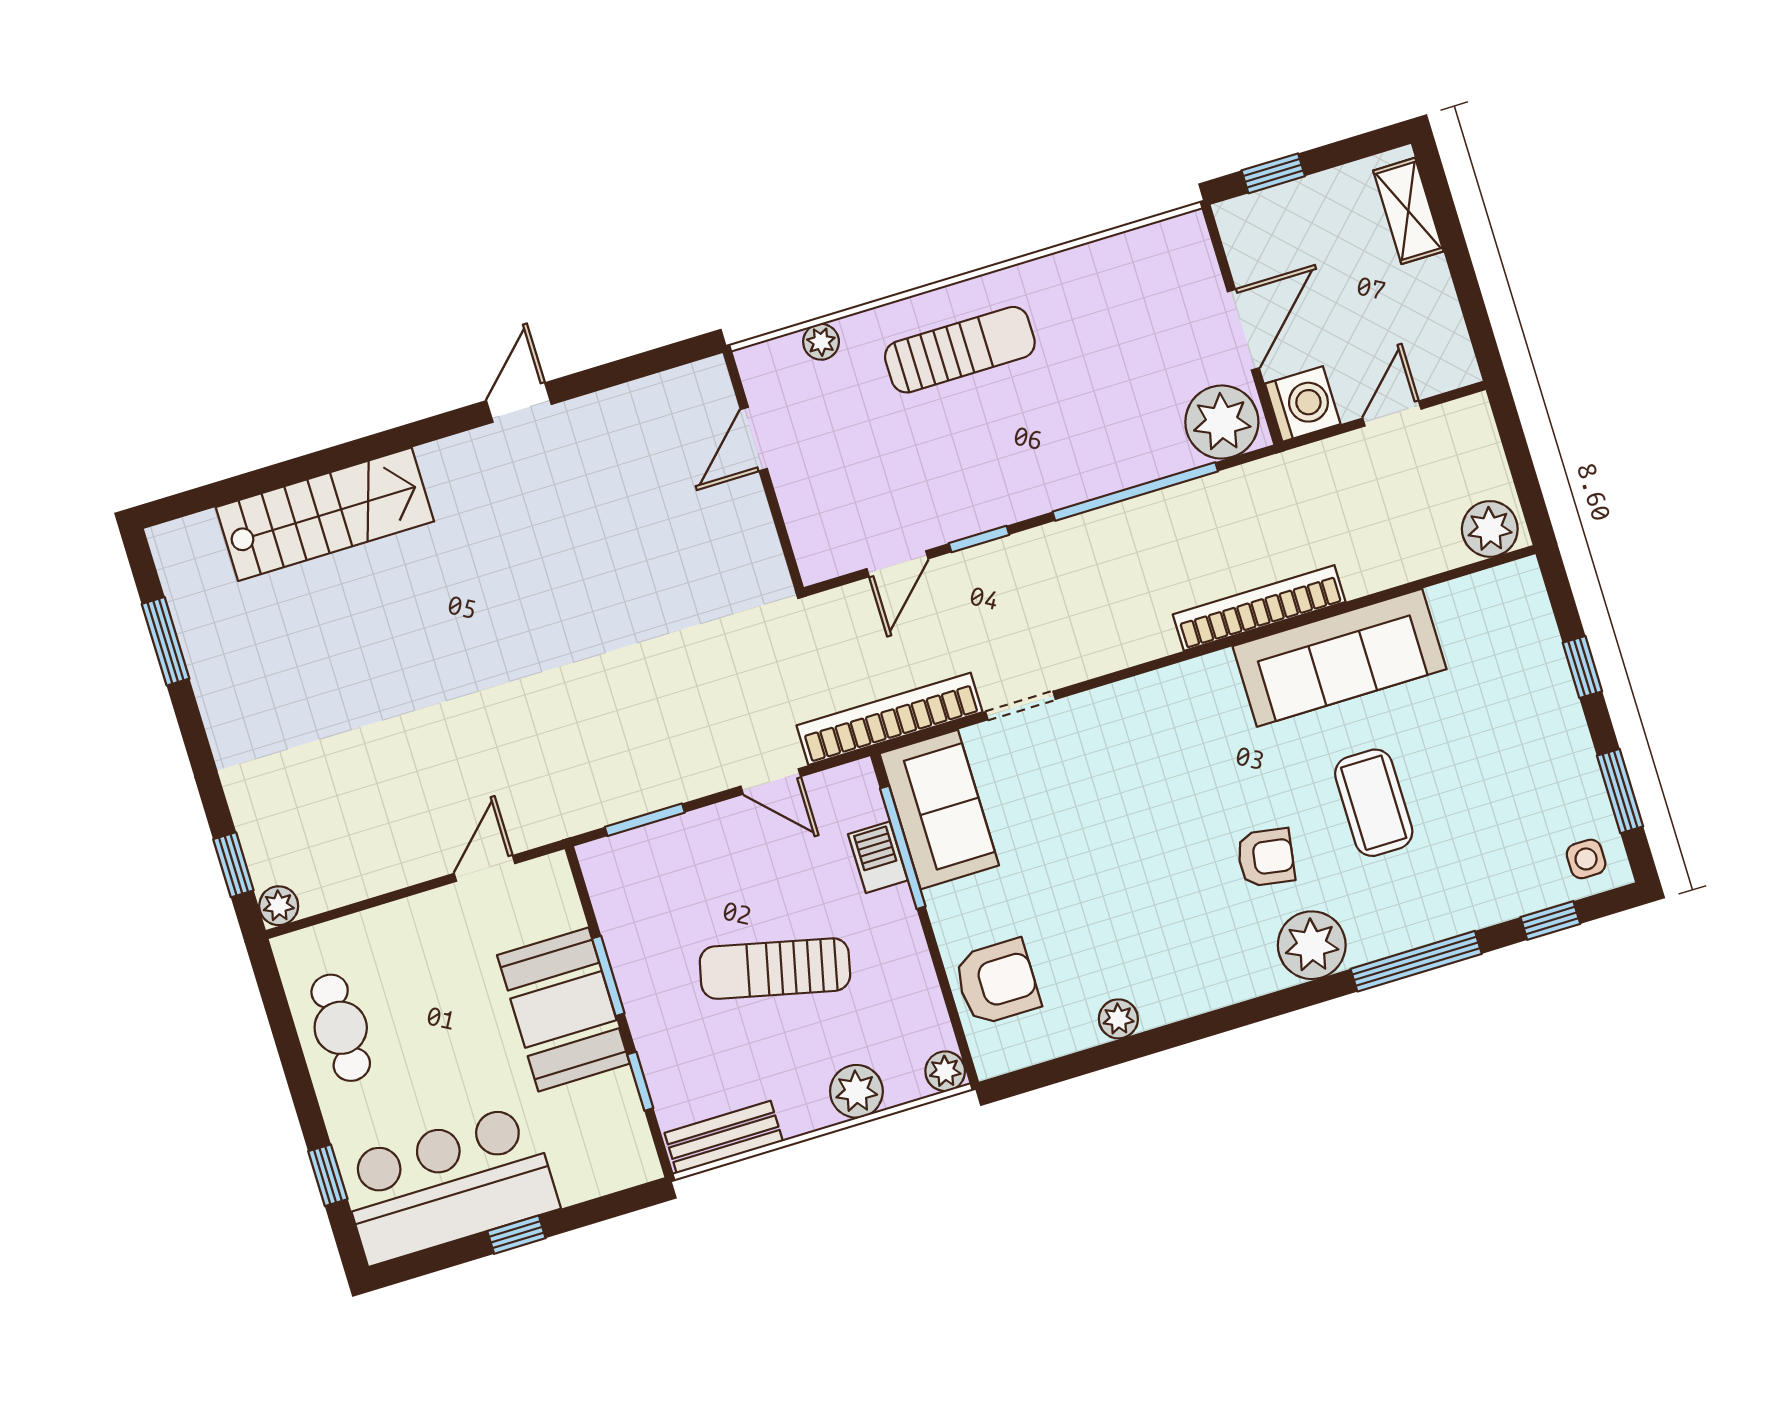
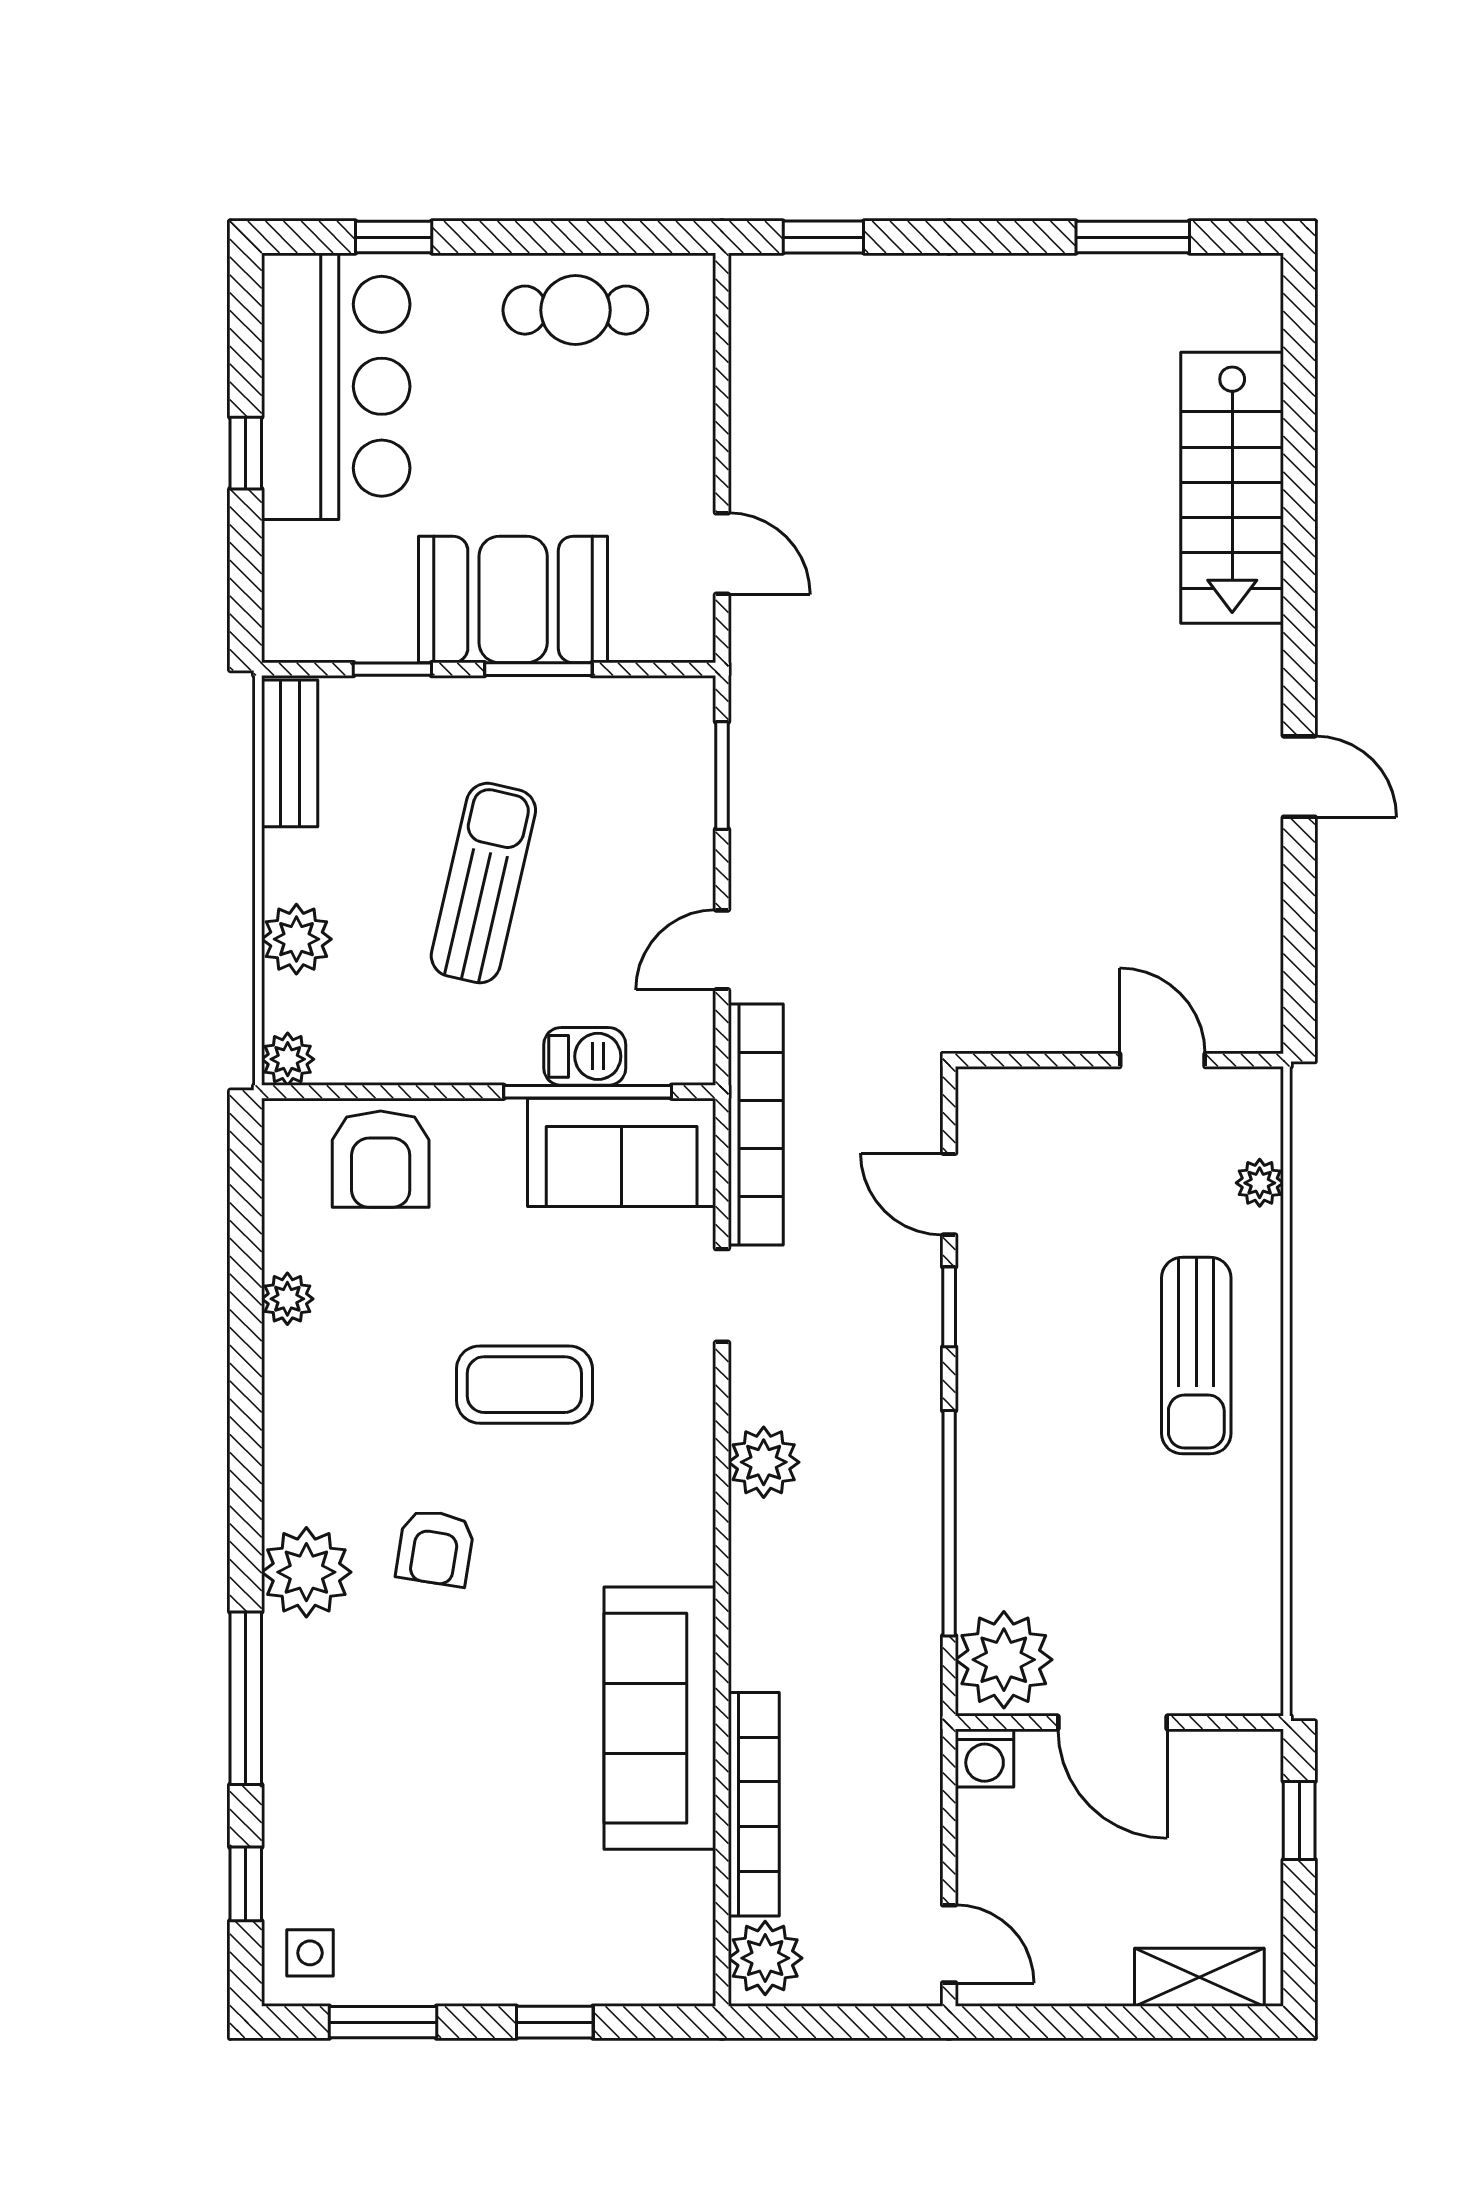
washing machine: (1303, 404) -> (985, 1758), width x0.73, depth x0.73
door: (1392, 414) -> (949, 1944), moved
bookcase: (1259, 608) -> (754, 1804), moved
coffee table: (1374, 803) -> (524, 1385), moved
plant: (279, 906) -> (764, 1462), moved, width x1.38, depth x1.38

